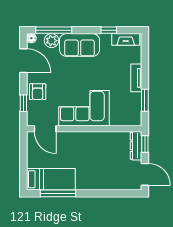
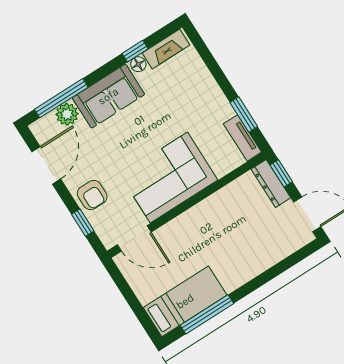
floor lamp: (31, 38) -> (138, 64), moved
door: (23, 61) -> (46, 165), hinge flipped
tv unit: (136, 78) -> (242, 138), moved

